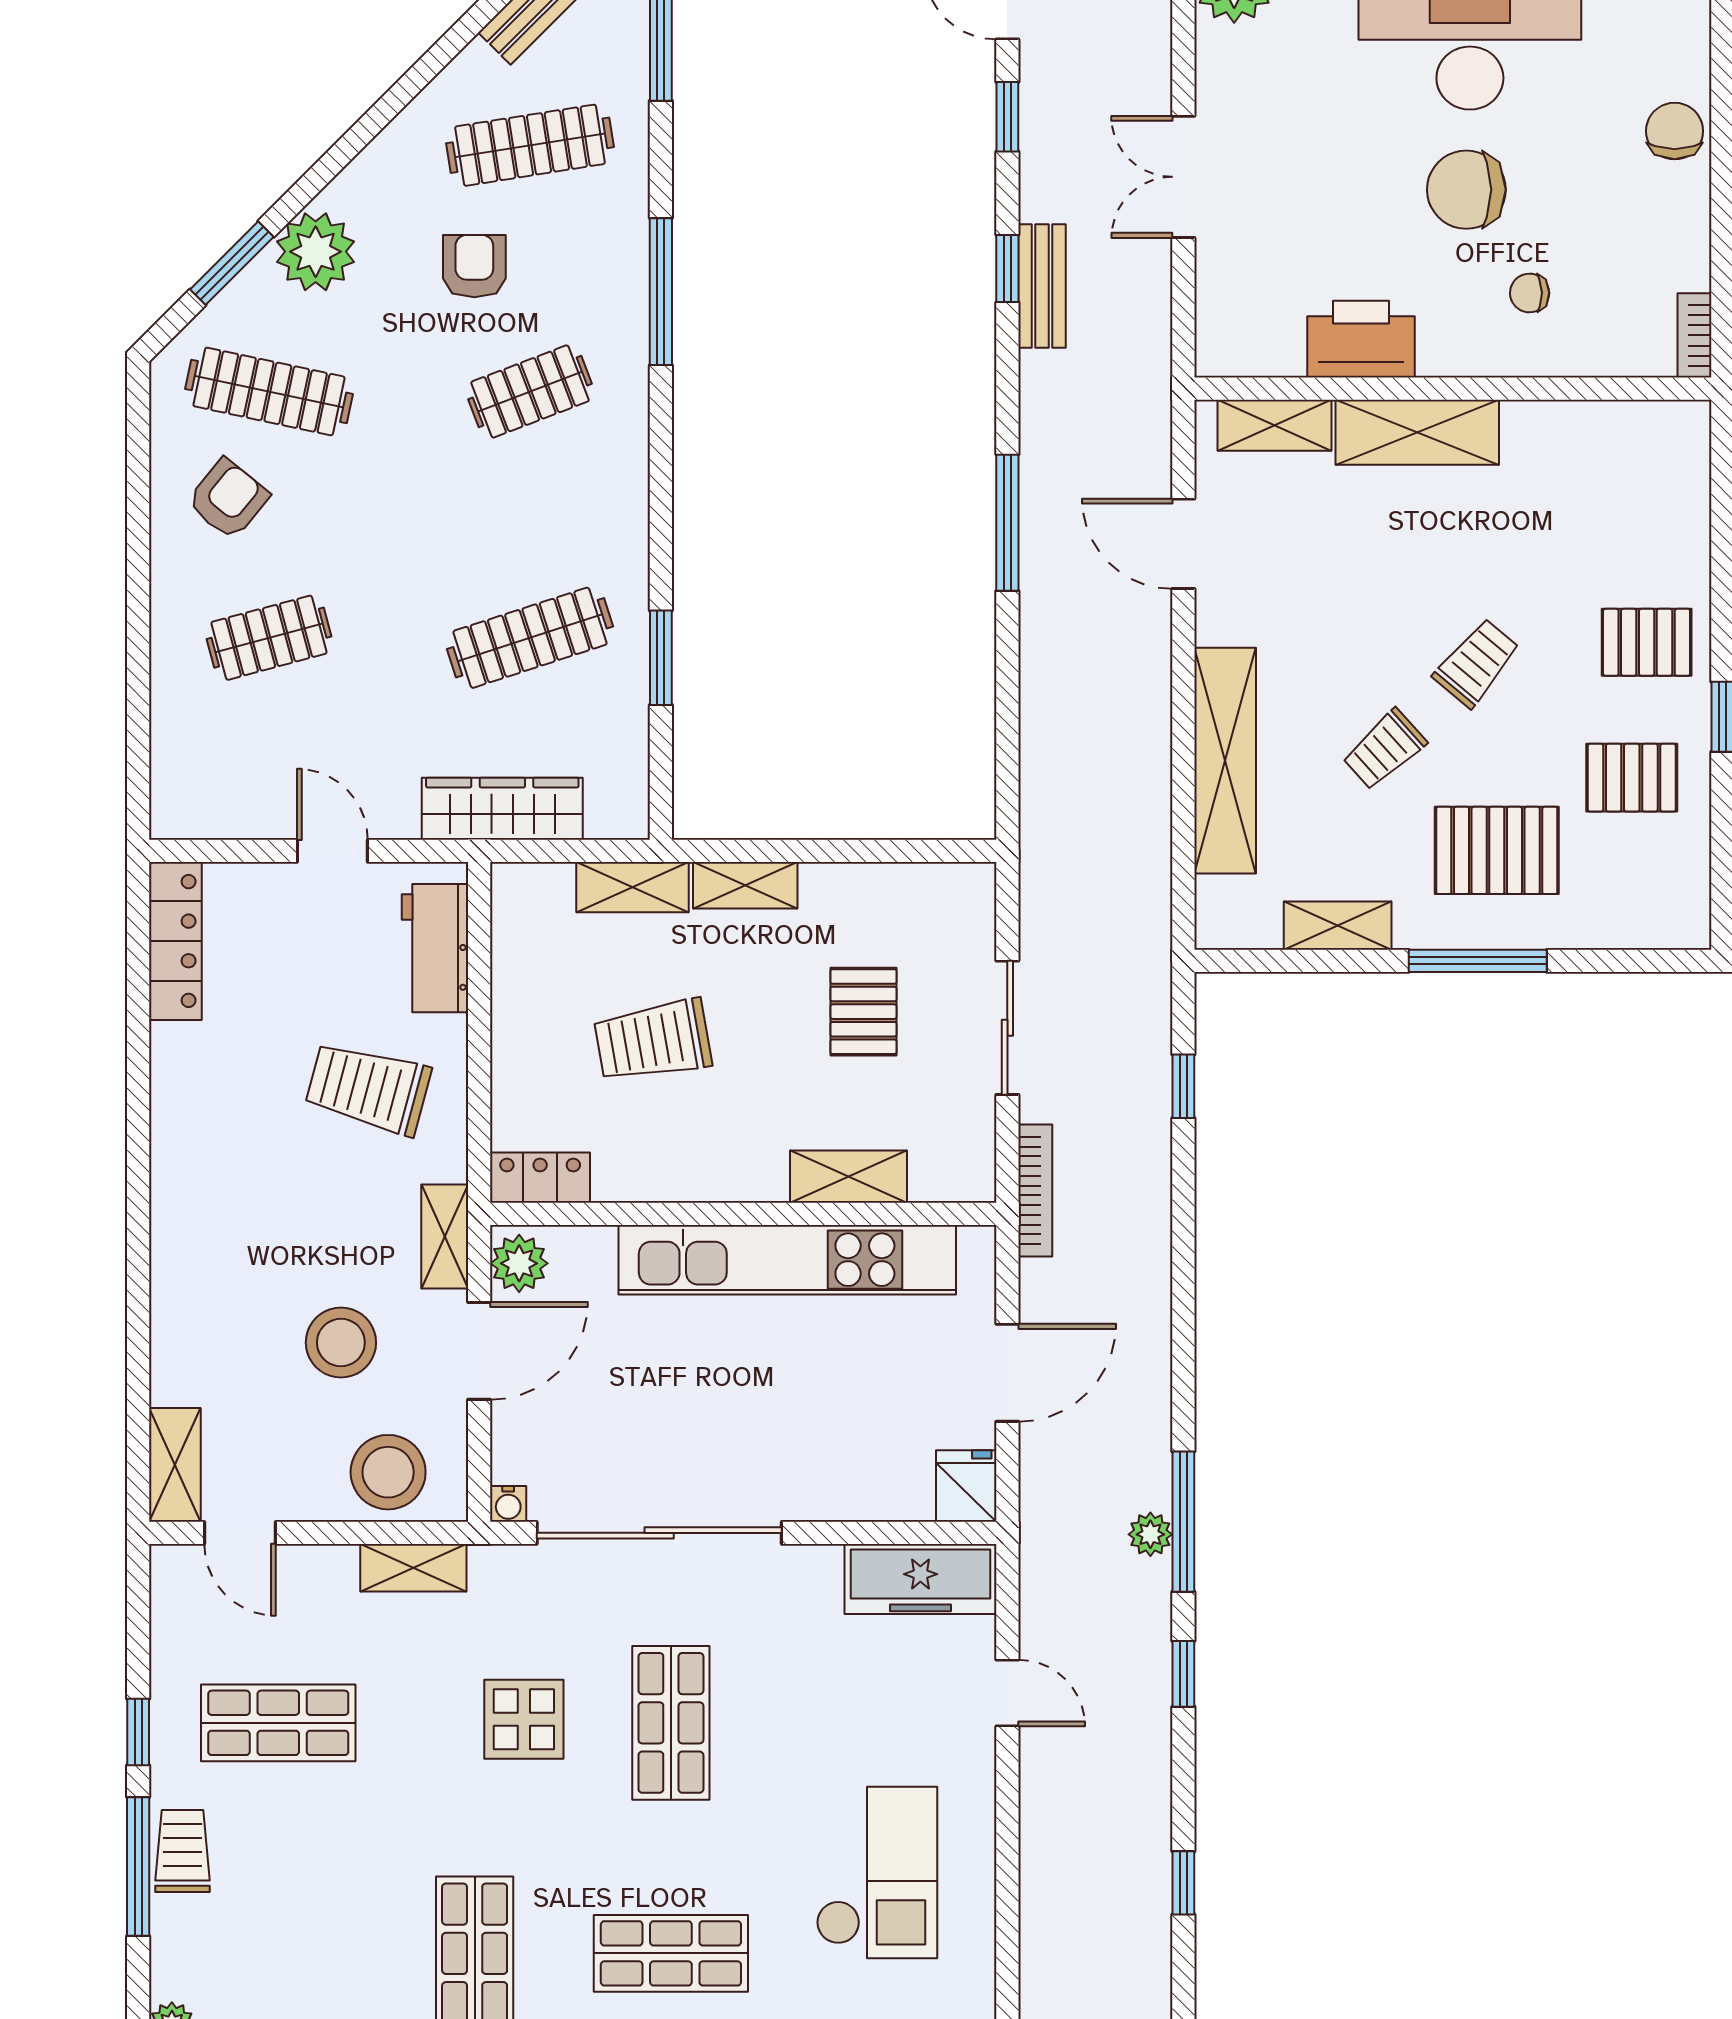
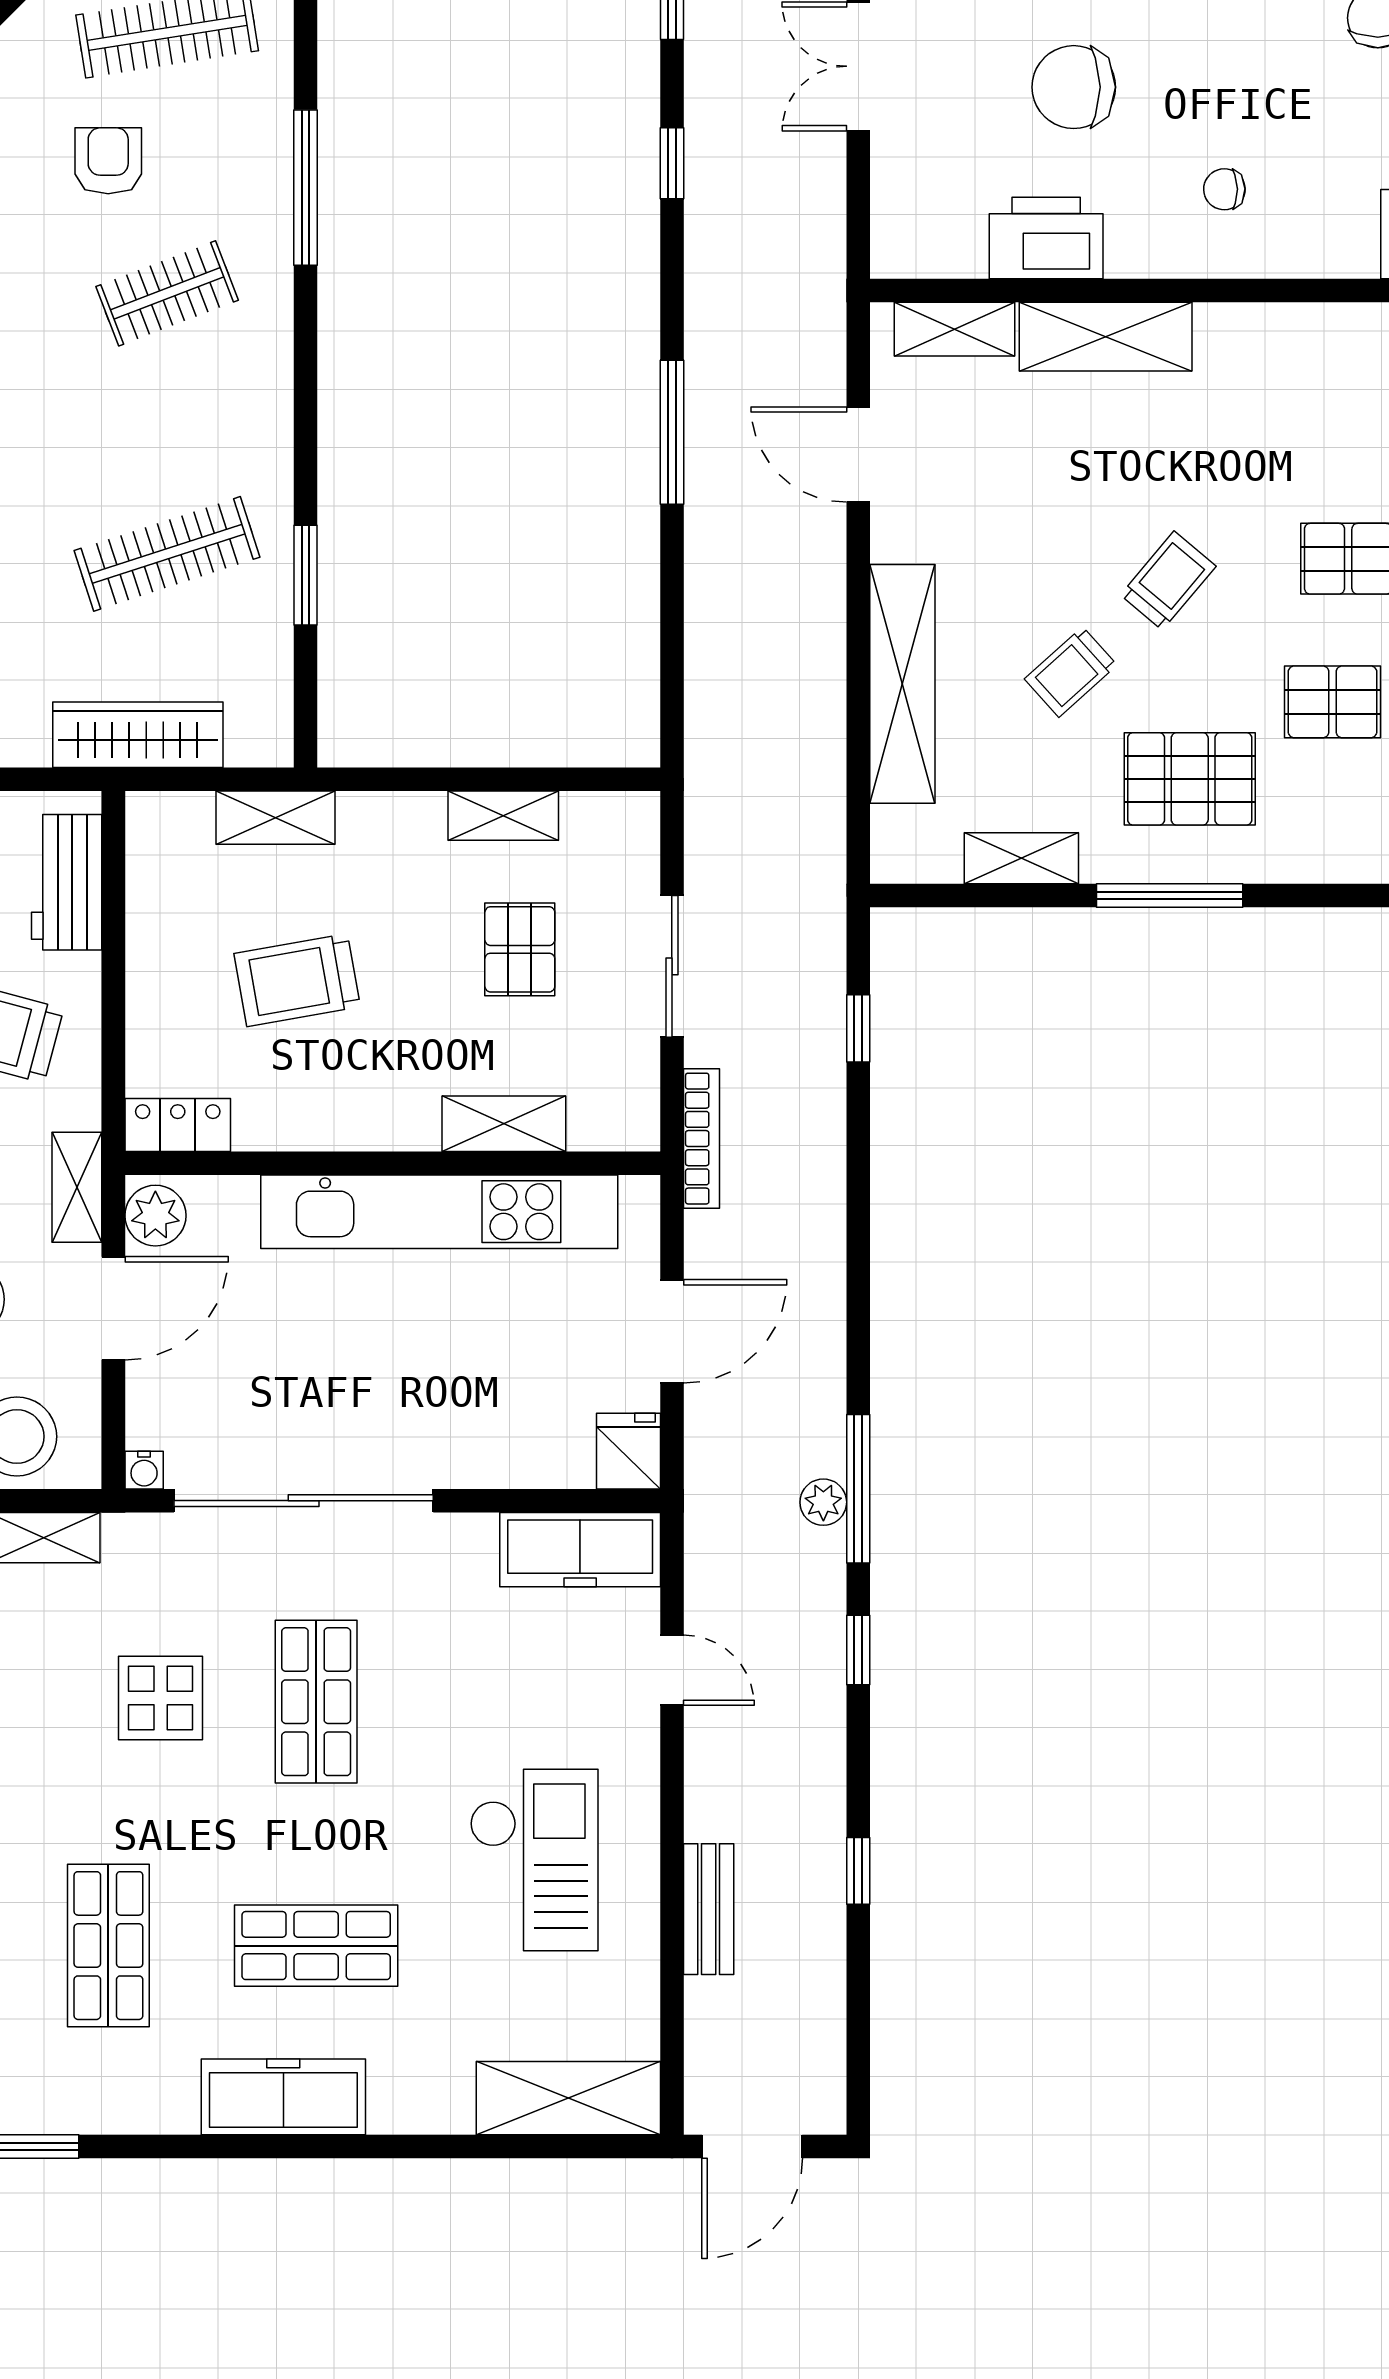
chair: (1466, 190) -> (1074, 87), moved
bench: (1042, 286) -> (709, 1909), moved
shelving: (745, 885) -> (503, 816), moved

